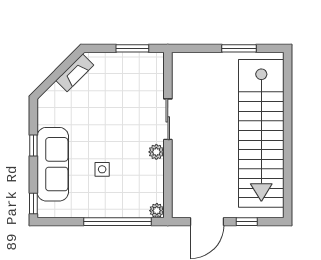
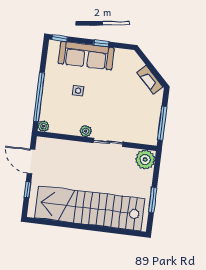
window: (132, 48) -> (162, 123), width x1.44
plant: (185, 66) -> (145, 160), added

